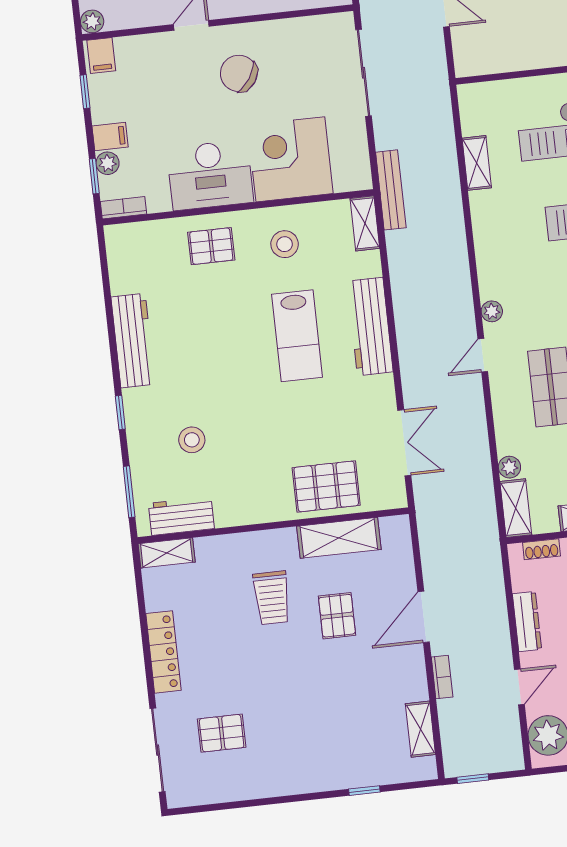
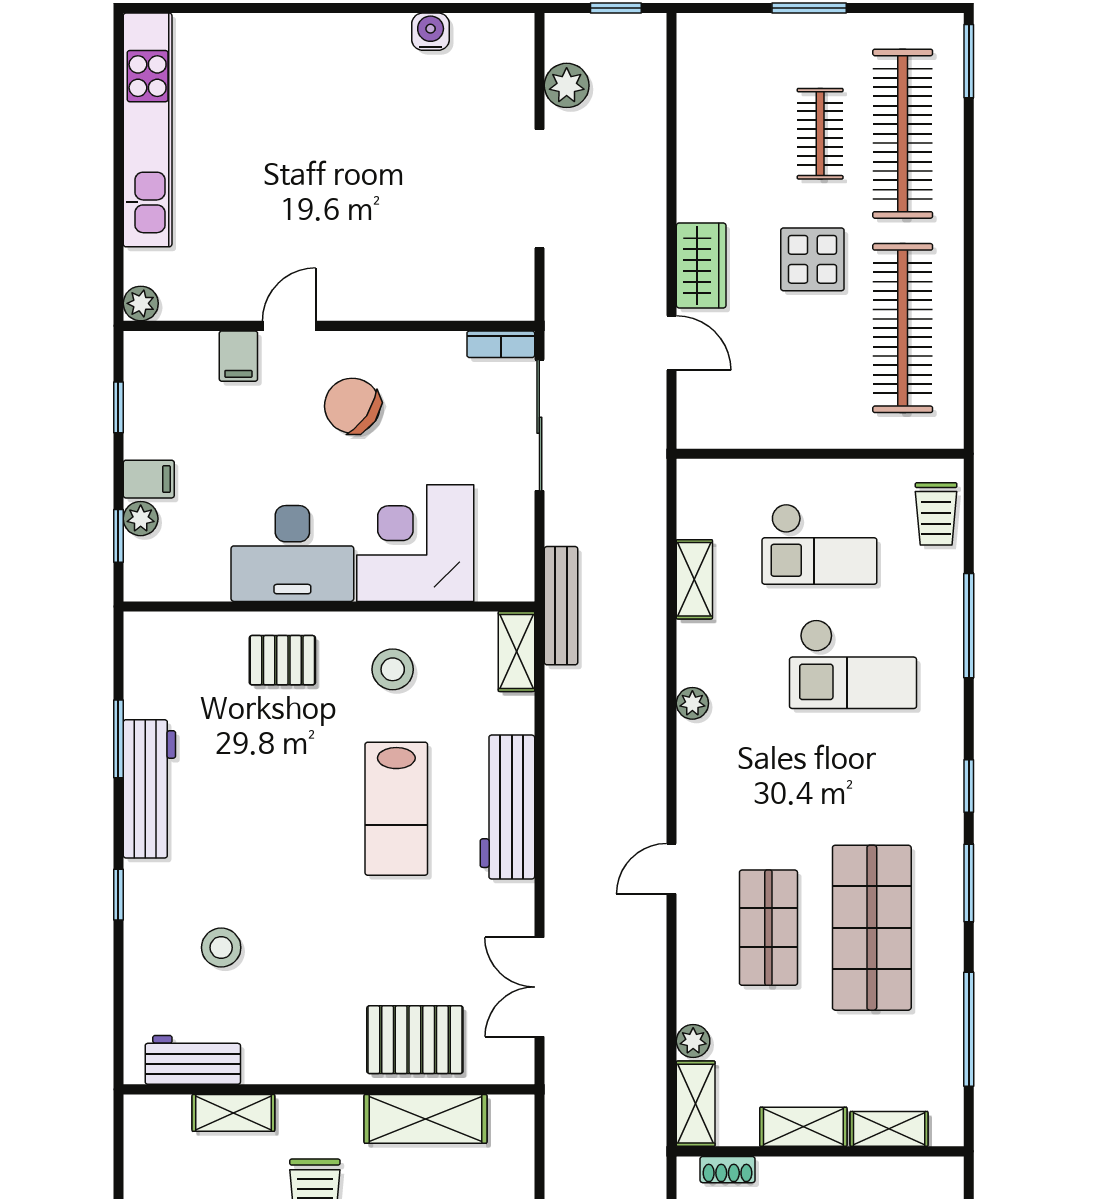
filing cabinet: (101, 56) -> (238, 356), moved
bookcase: (123, 208) -> (501, 344), moved, turned 180
plant: (492, 311) -> (692, 703), moved
double door: (404, 443) -> (539, 987), swing flipped
window: (129, 492) -> (118, 739), moved
shelving: (167, 553) -> (233, 1113), moved

